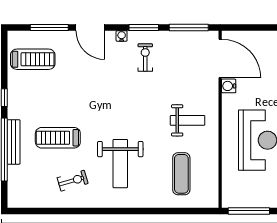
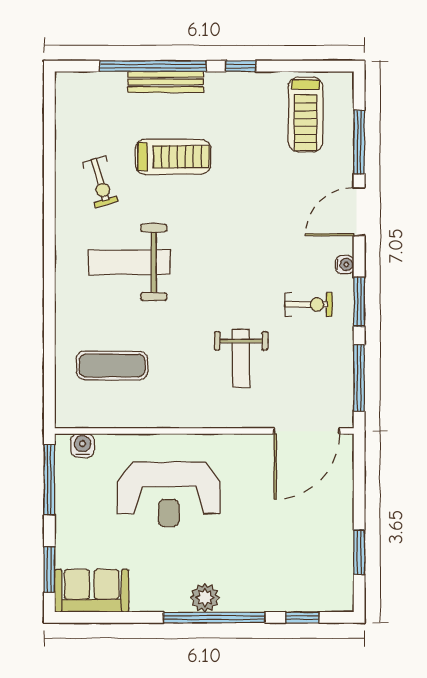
water cooler: (229, 86) -> (83, 445), moved
weight bench: (188, 120) -> (241, 358), moved
treadmill: (58, 138) -> (173, 157), turned 90

